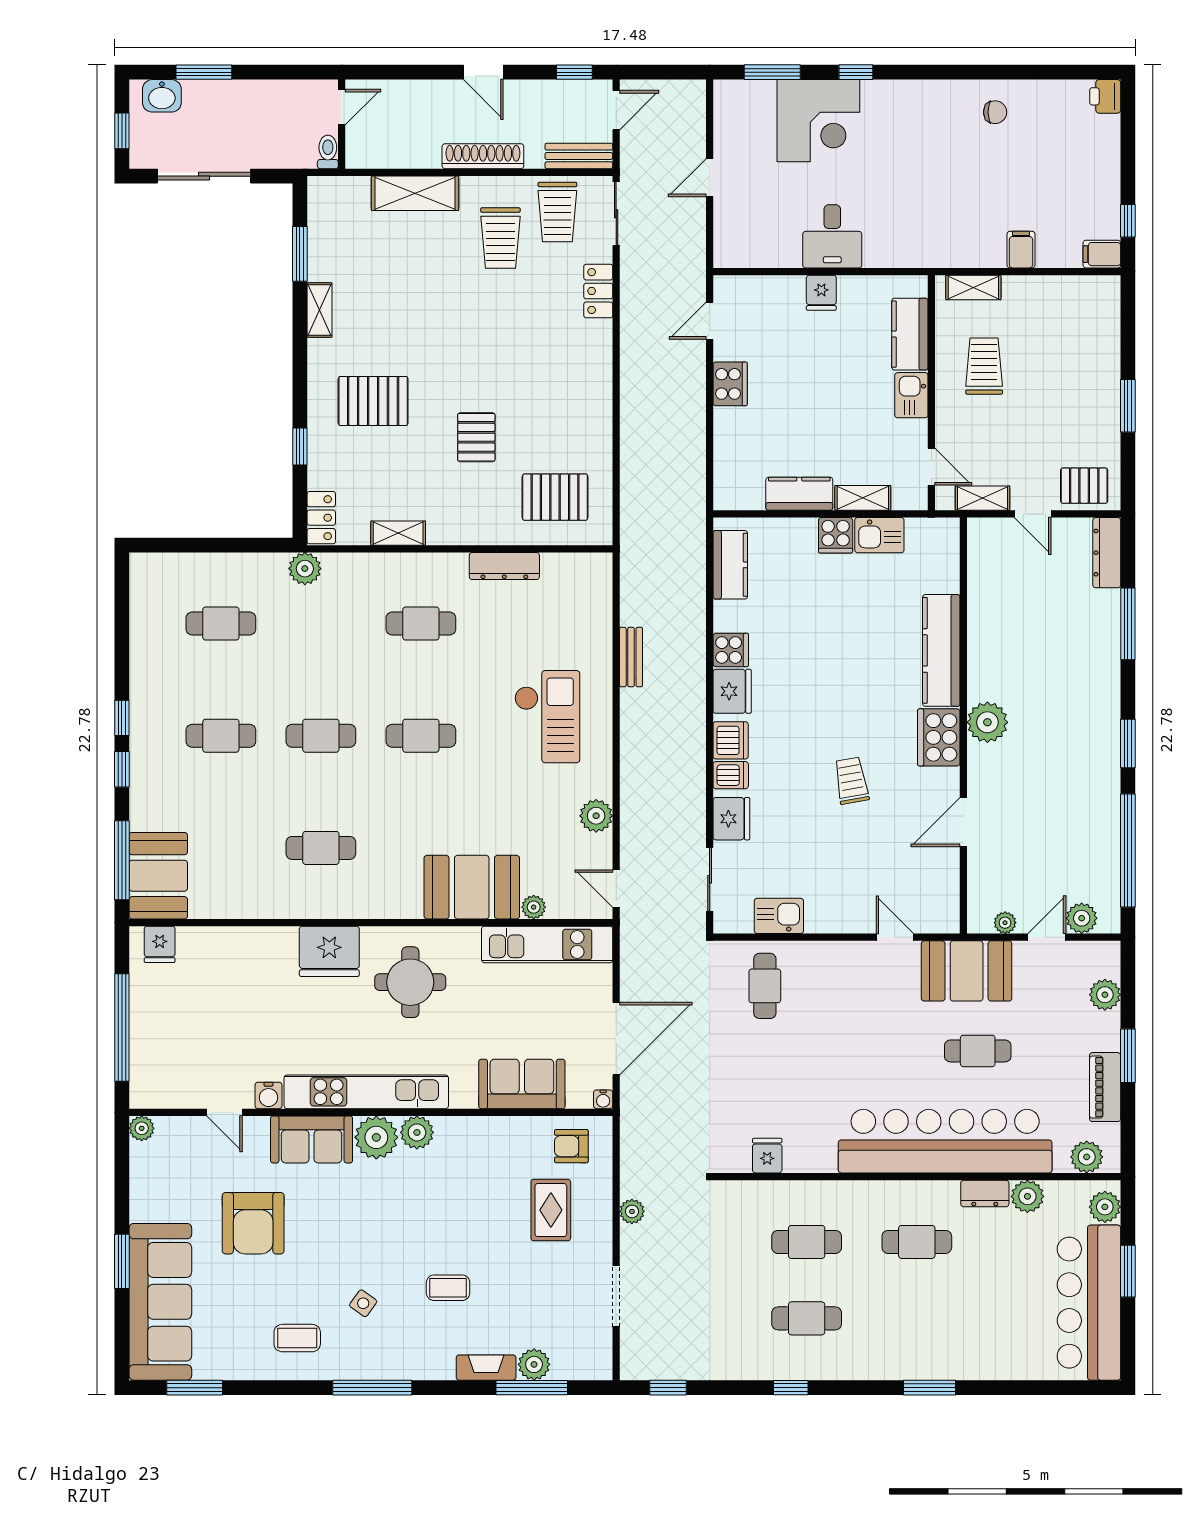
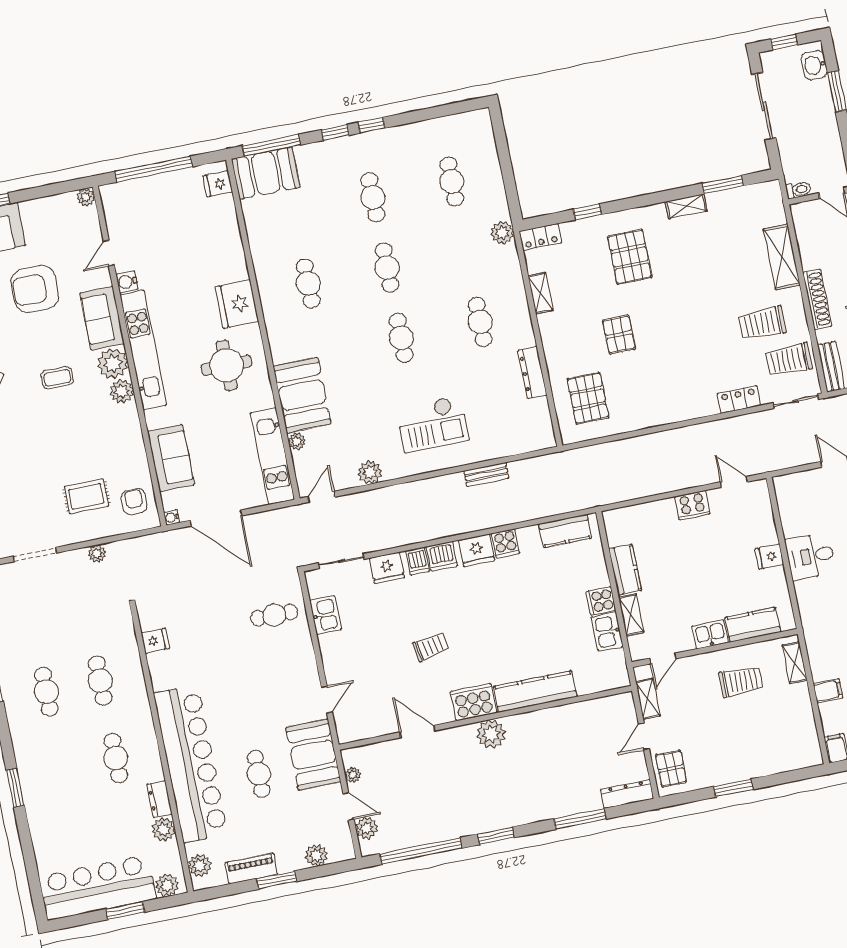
pallet: (476, 437) -> (619, 334), turned 90
coffee table: (448, 1288) -> (57, 378), moved, turned 90

